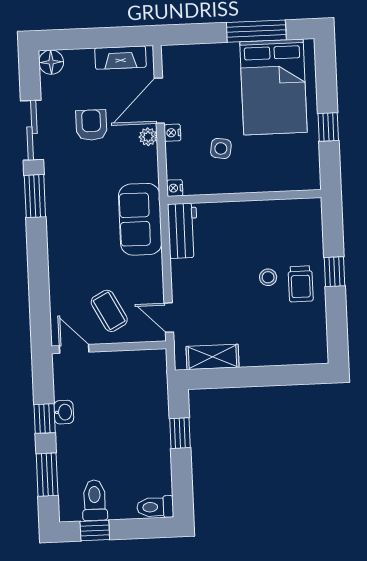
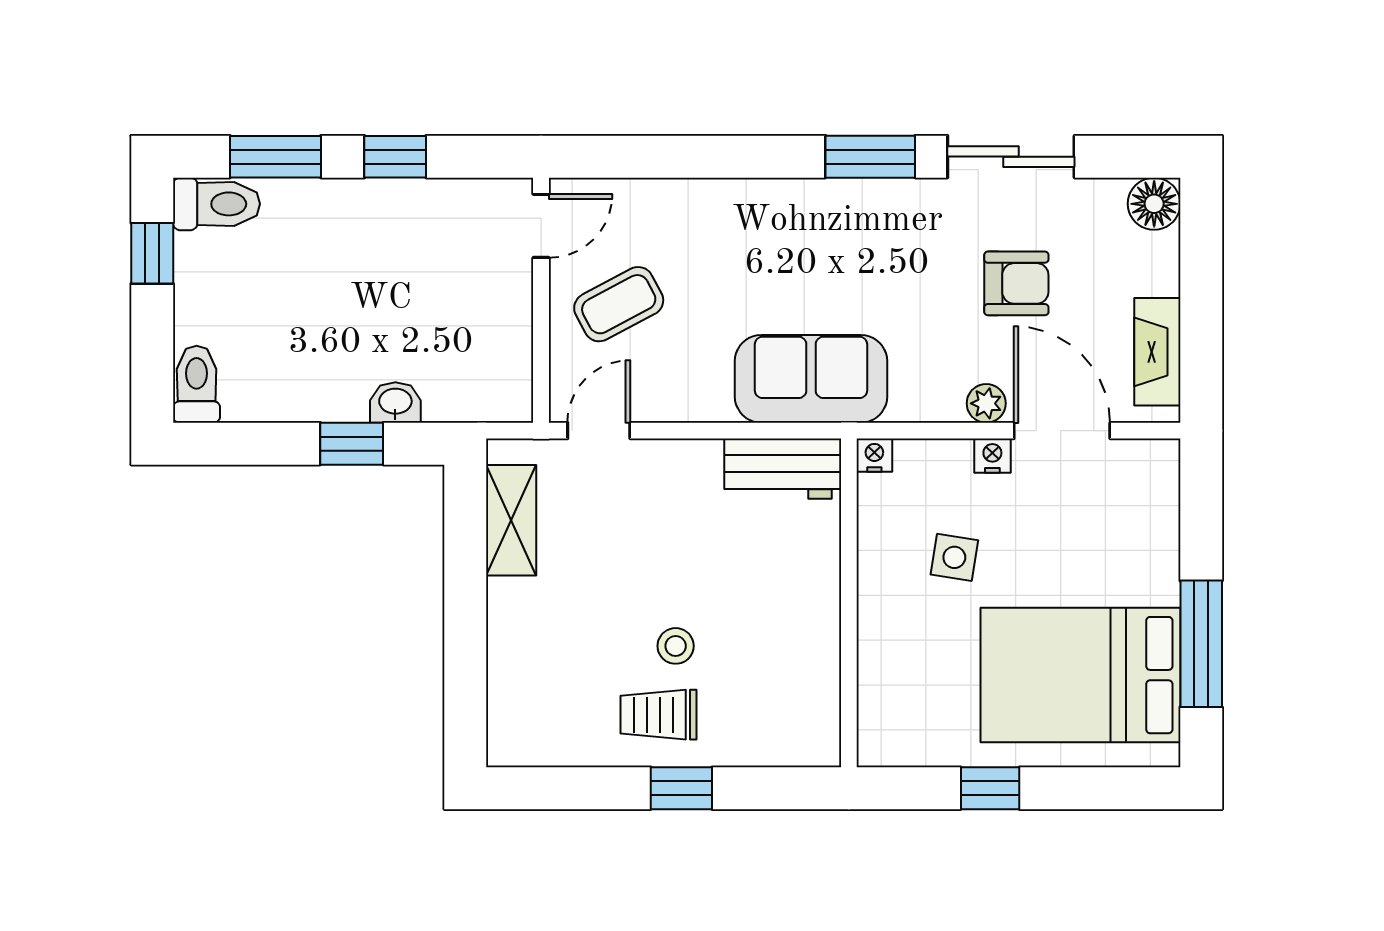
washbasin: (64, 412) -> (395, 402), moved, turned 180
toilet: (95, 500) -> (217, 204), moved

